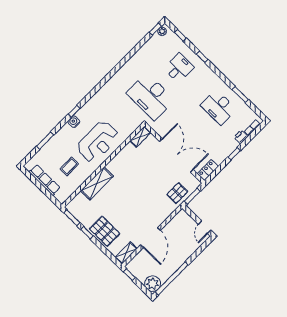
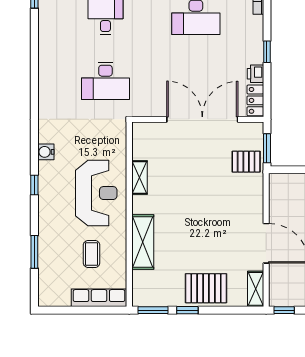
desk: (151, 96) -> (105, 81), width x0.73, depth x0.77
water cooler: (74, 122) -> (46, 152), moved
shelving: (140, 137) -> (139, 178), moved
printer: (241, 137) -> (256, 74), moved
row of seats: (45, 180) -> (99, 298), moved
pallet: (177, 193) -> (246, 162), turned 90

